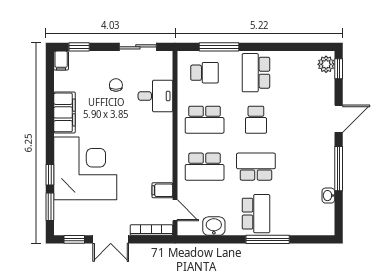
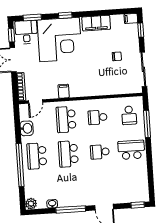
sliding door: (138, 47) -> (143, 69), width x1.37
plant: (326, 64) -> (31, 204), moved
desk: (155, 96) -> (26, 32), moved, turned 180
school desk: (205, 120) -> (98, 117), width x0.54
school desk: (256, 167) -> (68, 154), turned 180
window: (50, 175) -> (65, 15), moved
filing cabinet: (162, 190) -> (64, 91), moved
school desk: (256, 214) -> (37, 156), turned 90
window: (268, 239) -> (20, 165), width x1.46

